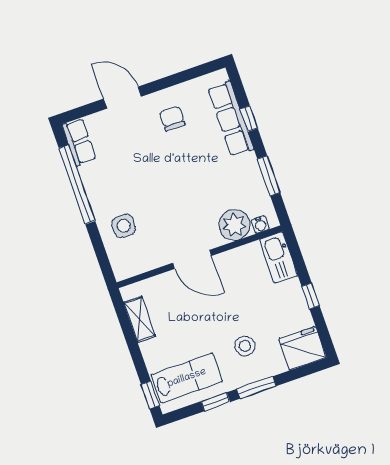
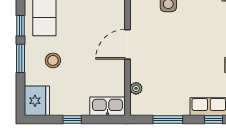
plant: (234, 225) -> (136, 88), width x0.53, depth x0.53
water cooler: (260, 225) -> (135, 101), removed

